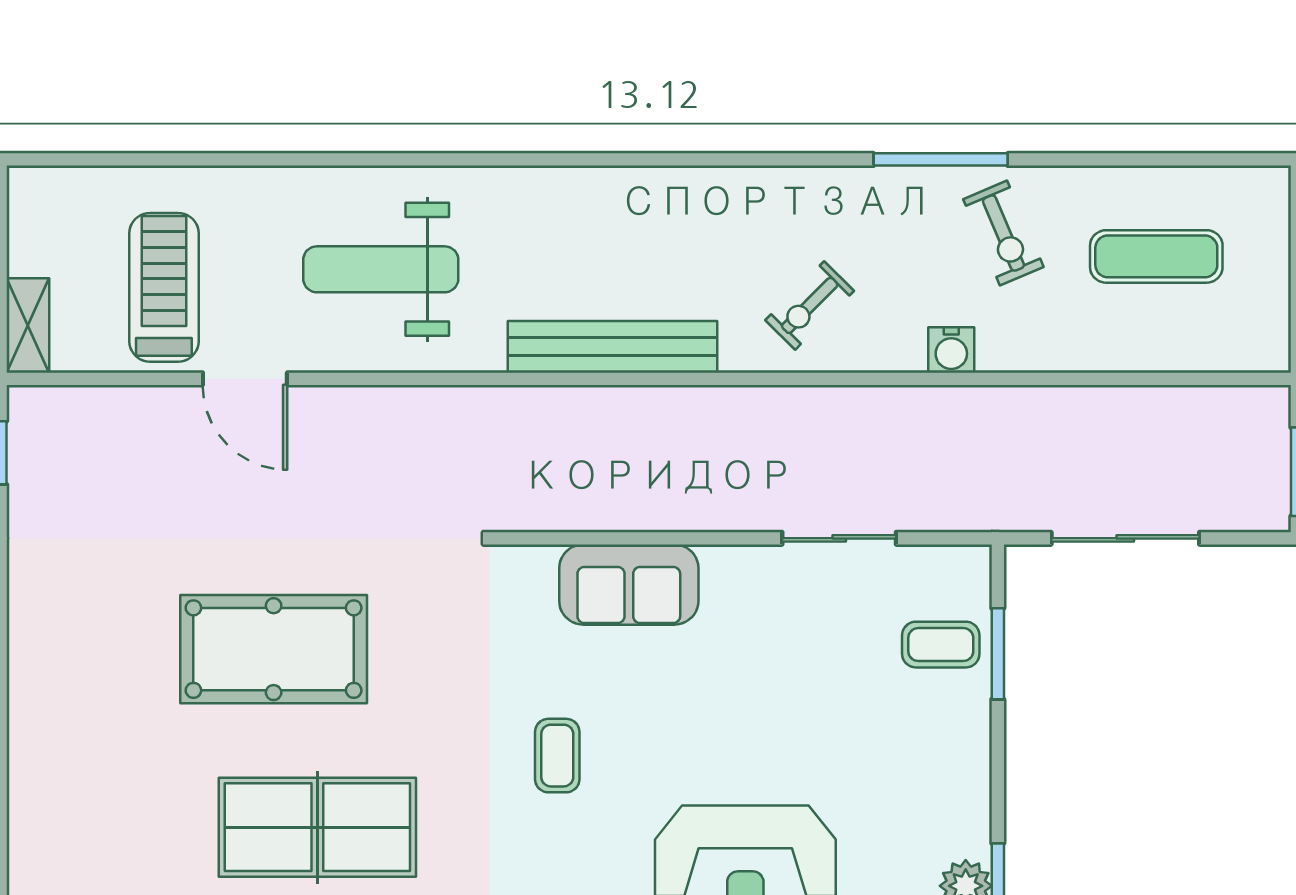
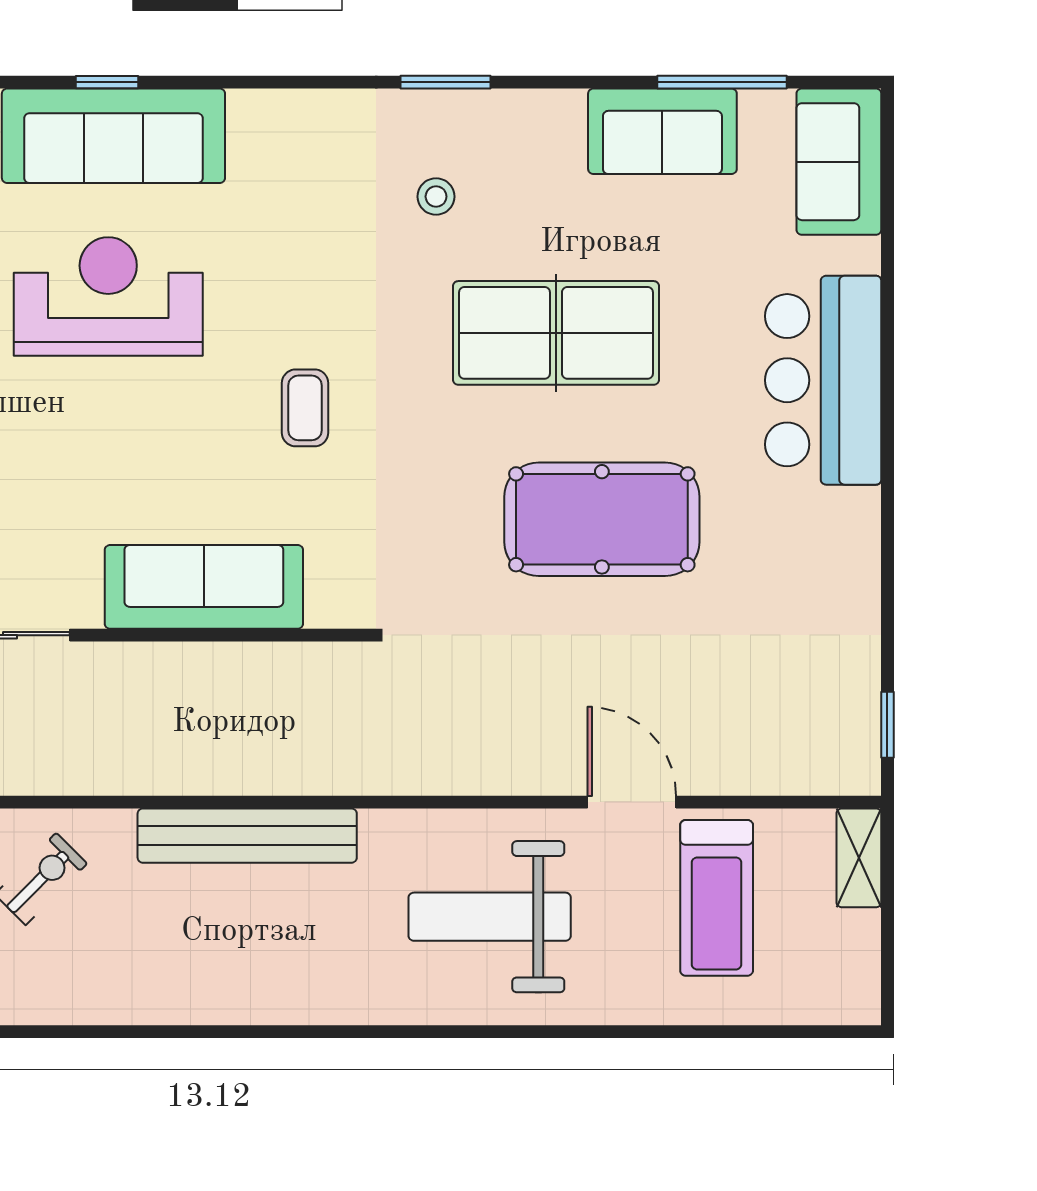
weight bench: (381, 269) -> (490, 917), turned 180
sofa: (629, 585) -> (204, 587), width x1.36
bar counter: (62, 782) -> (823, 380), added

